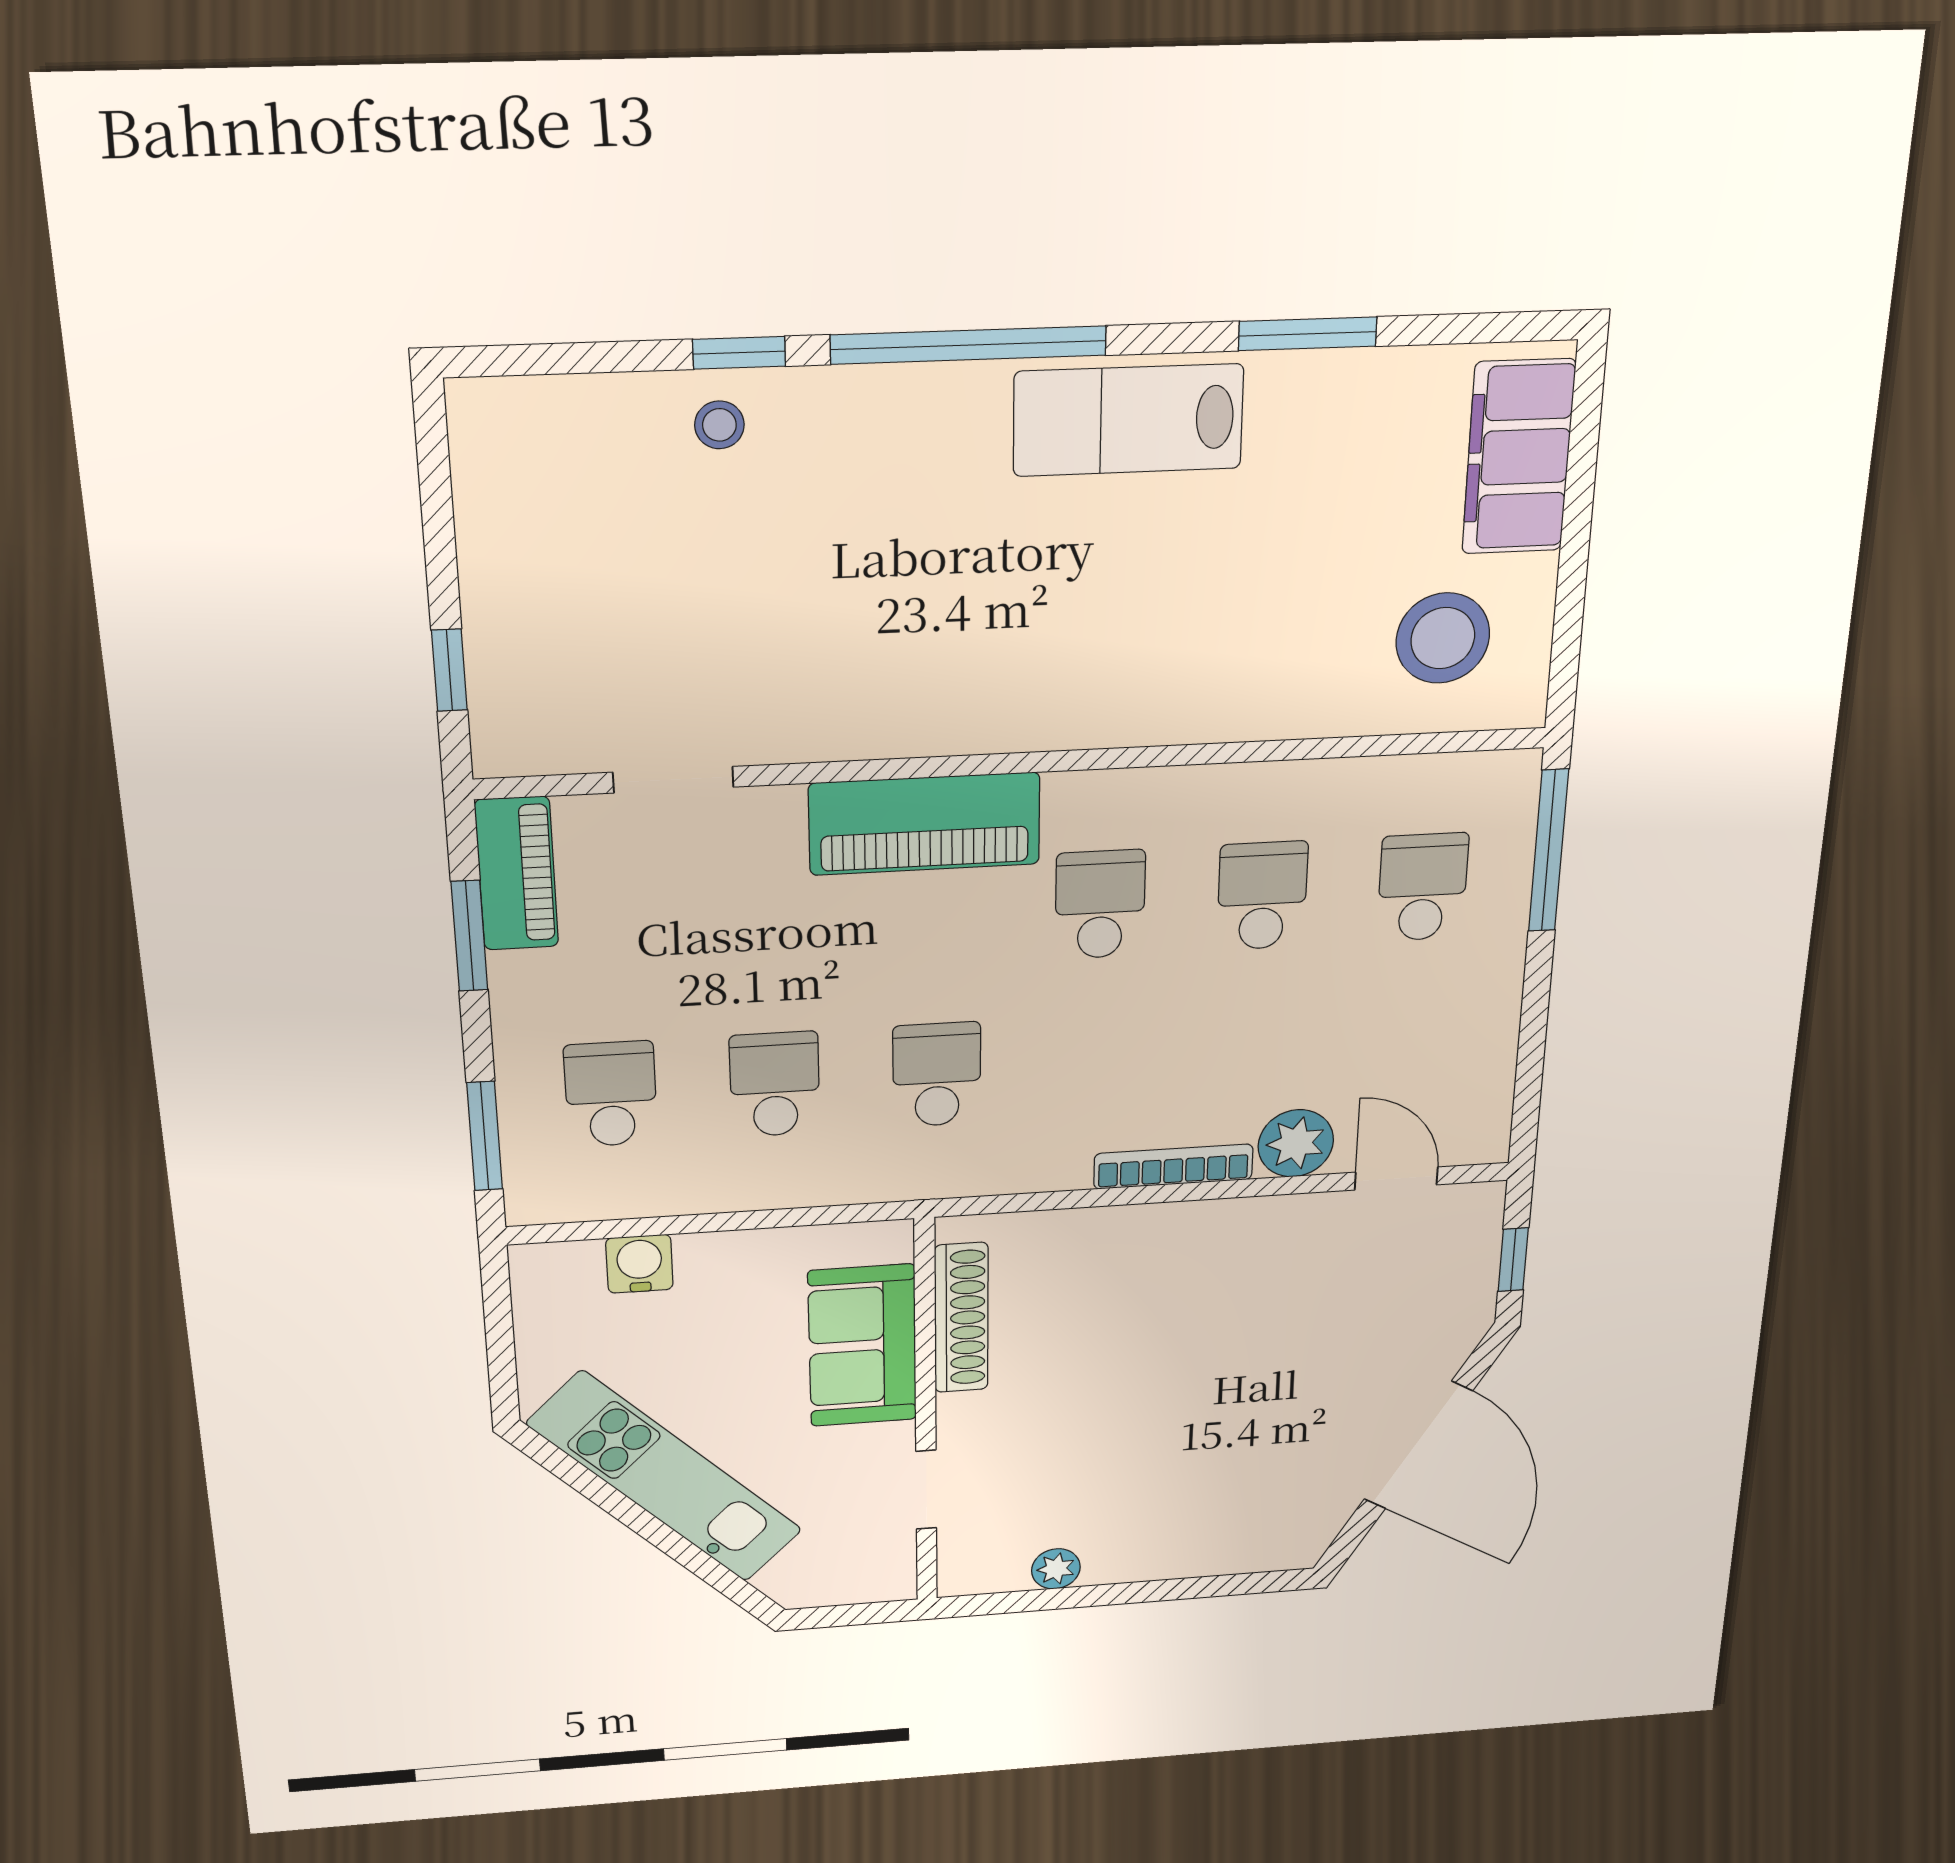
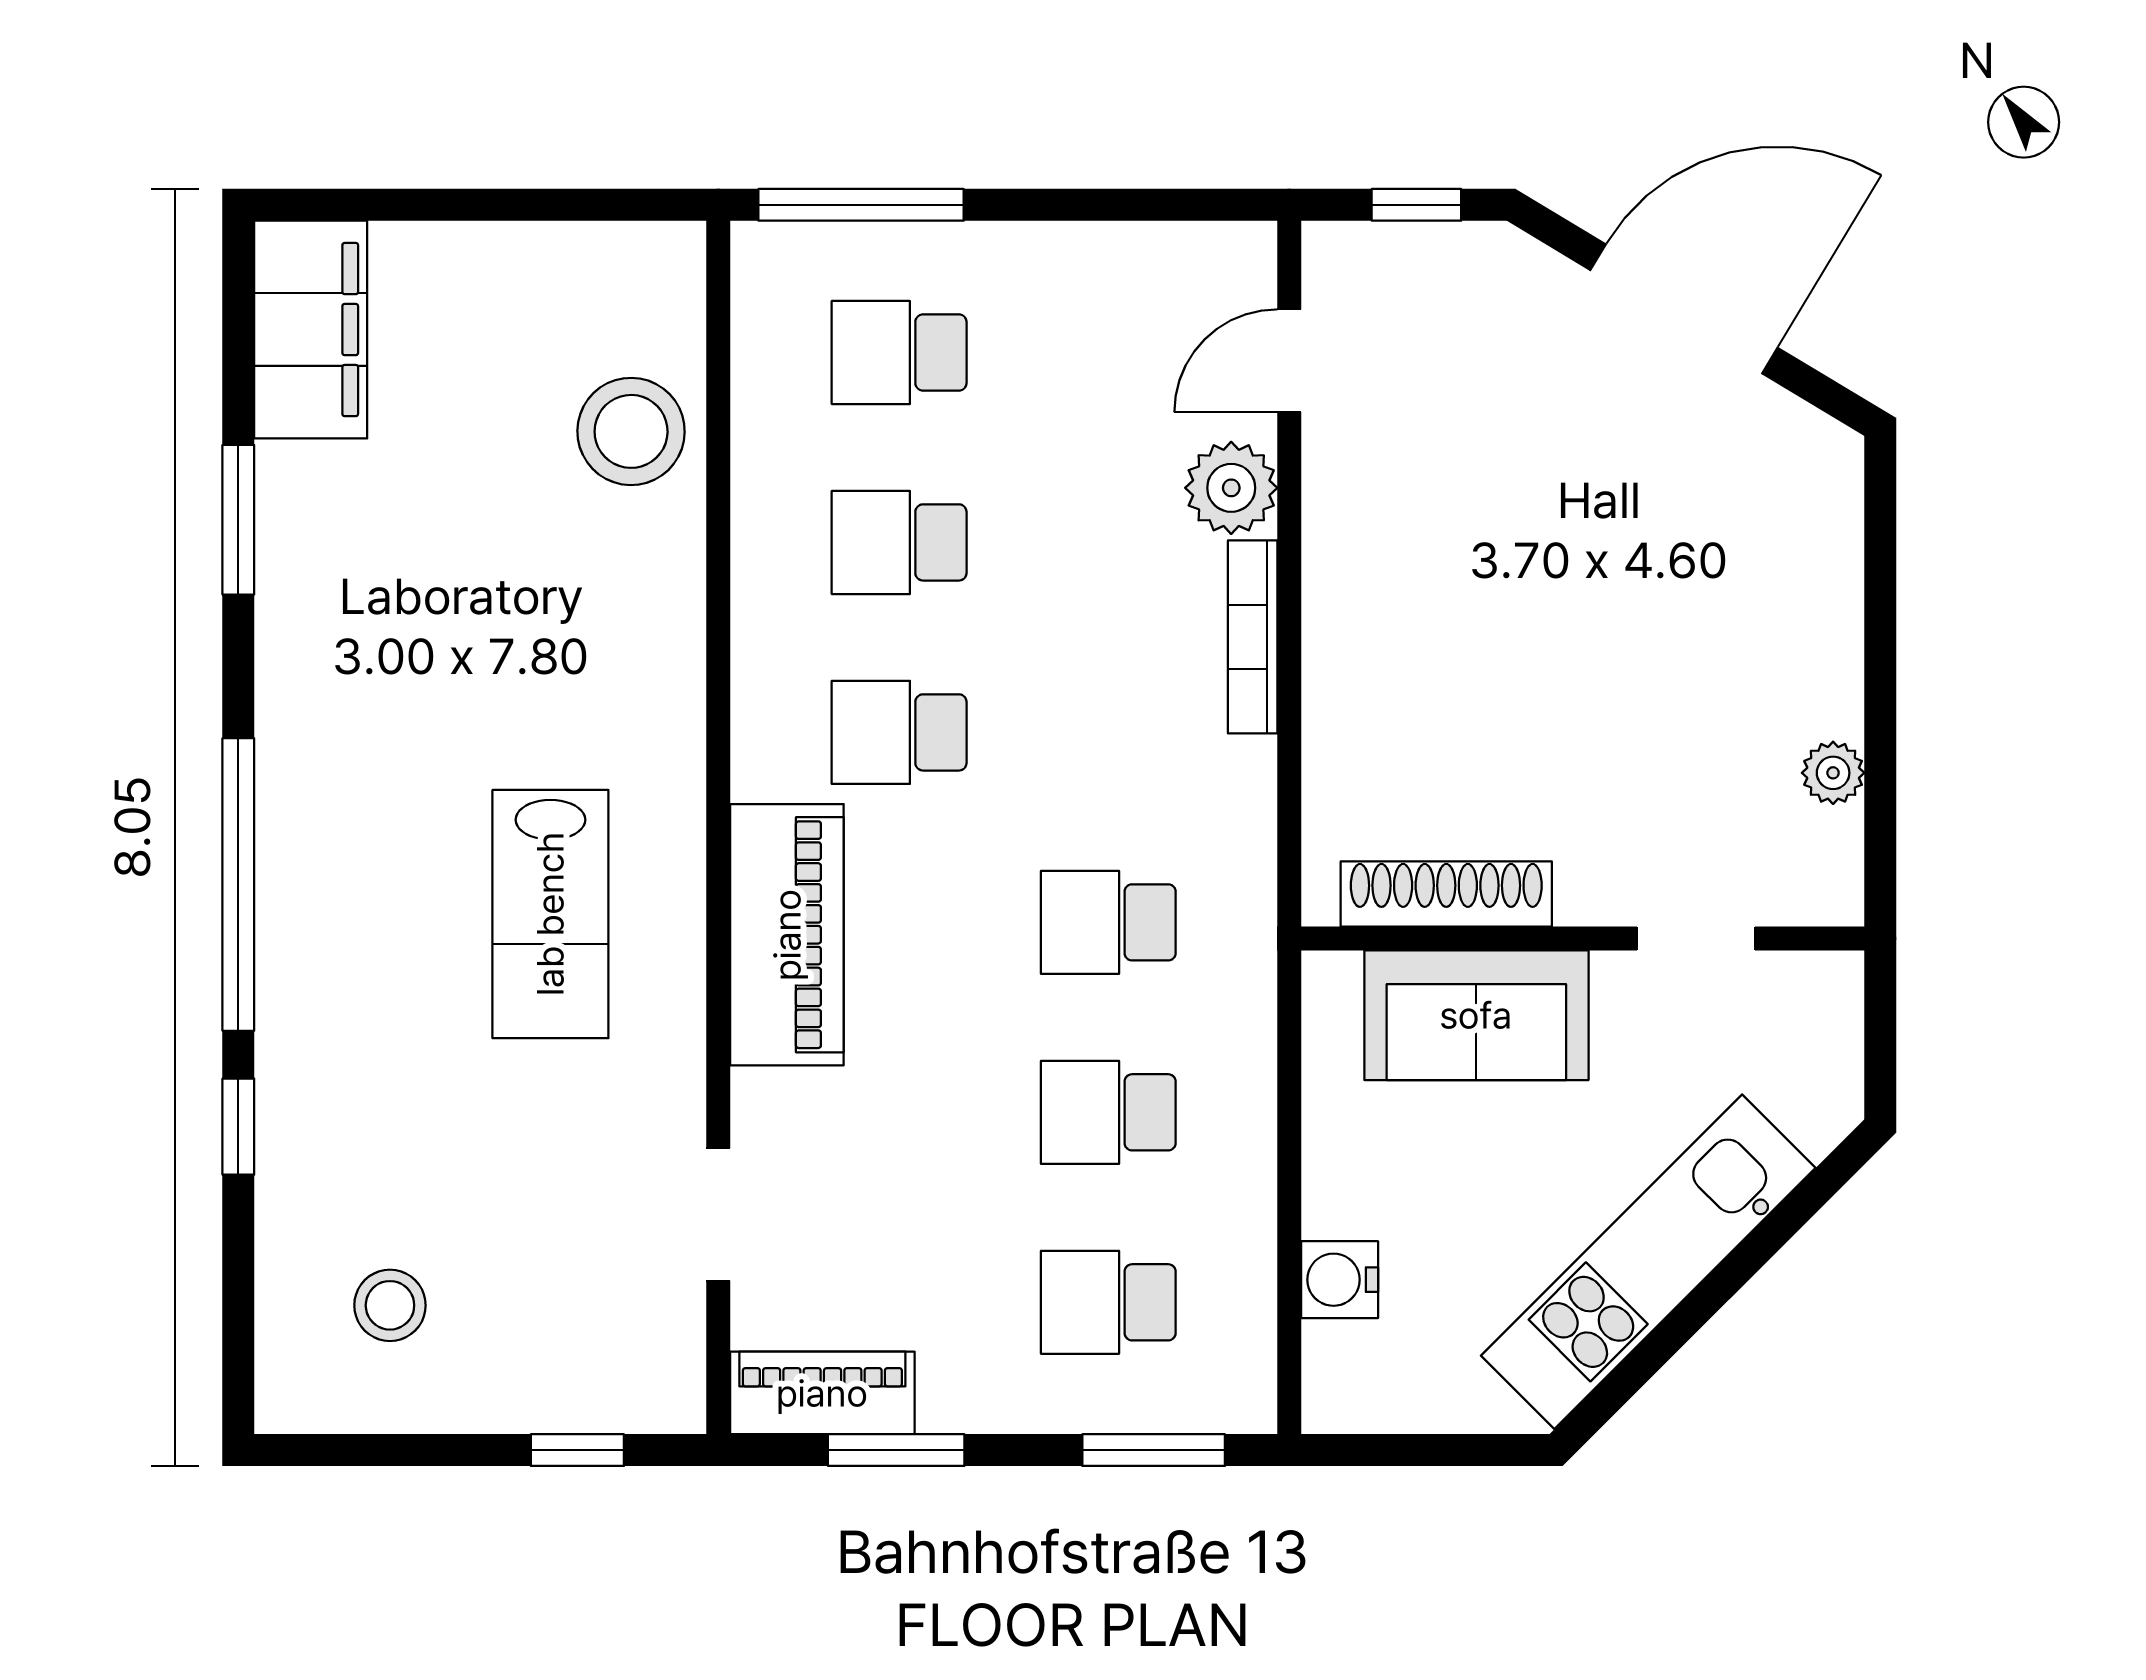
lab bench: (1128, 420) -> (550, 914), moved
stool: (719, 425) -> (390, 1305), moved, width x1.37, depth x1.37
filing cabinet: (1519, 457) -> (311, 330), moved, turned -90
stool: (1443, 638) -> (631, 431), moved

